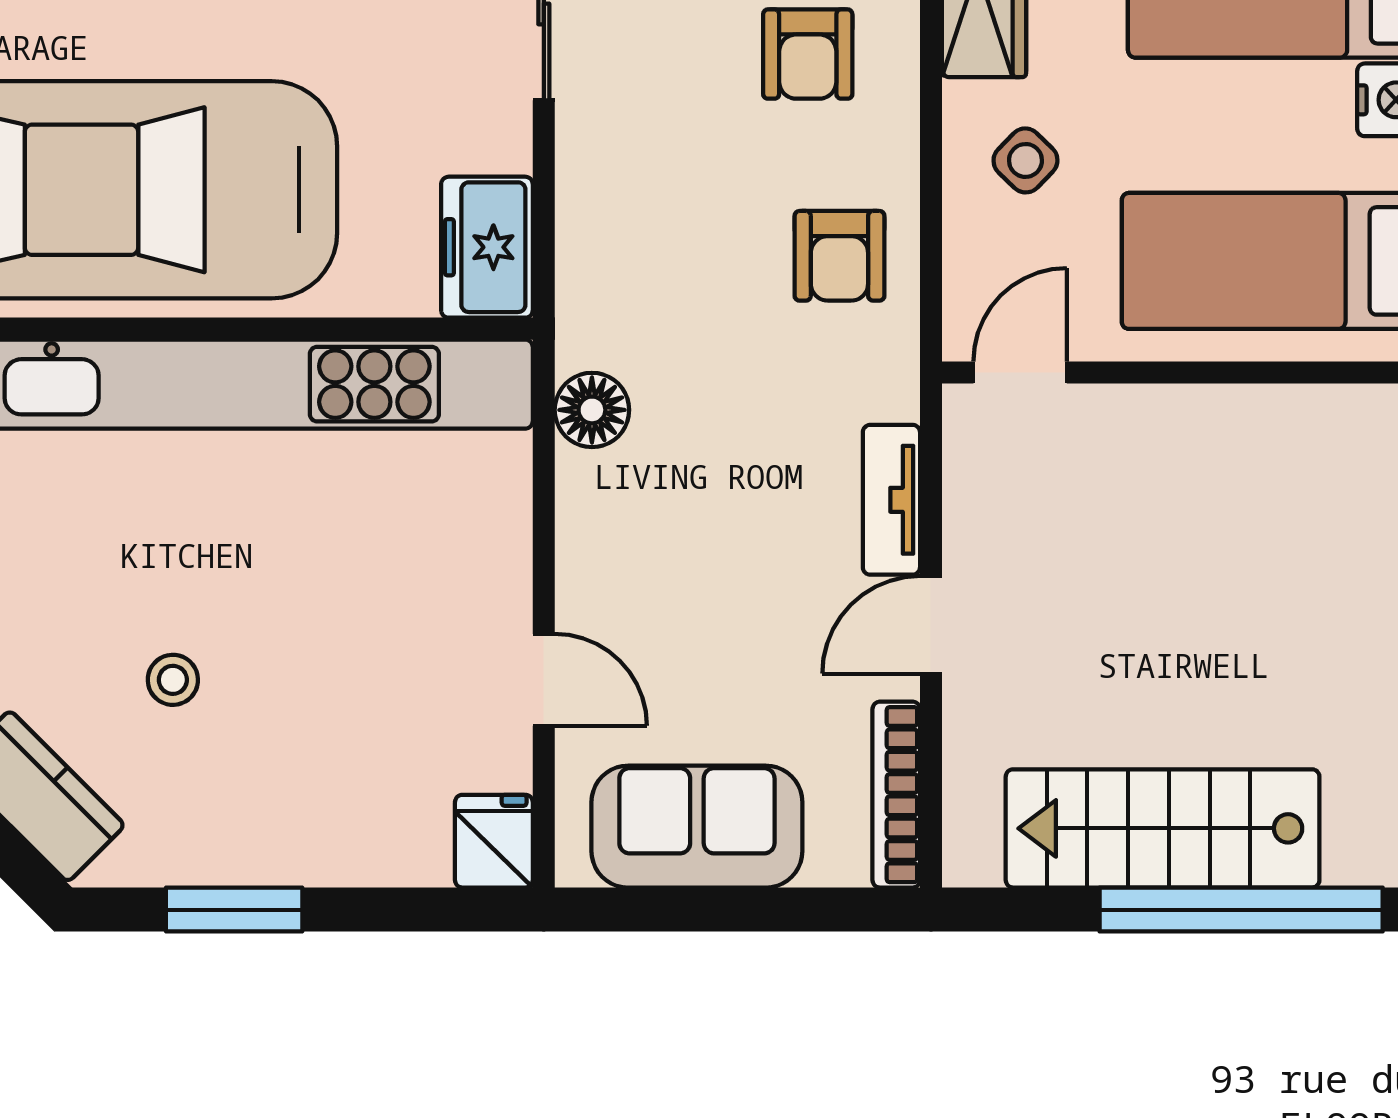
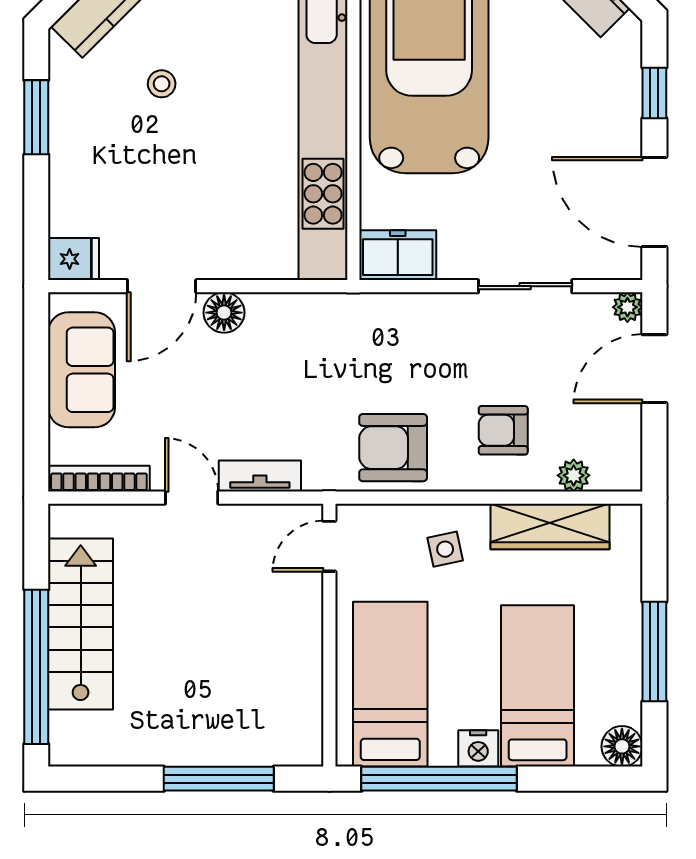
side table: (1025, 160) -> (445, 549), turned 34
armchair: (839, 256) -> (393, 448), width x1.38, depth x1.38
door: (1020, 373) -> (329, 546), swing flipped
floor lamp: (592, 410) -> (224, 313), moved
door: (544, 680) -> (162, 286), width x1.38

